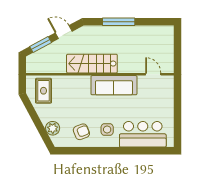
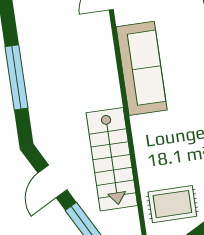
stairs: (92, 64) -> (112, 159), moved

